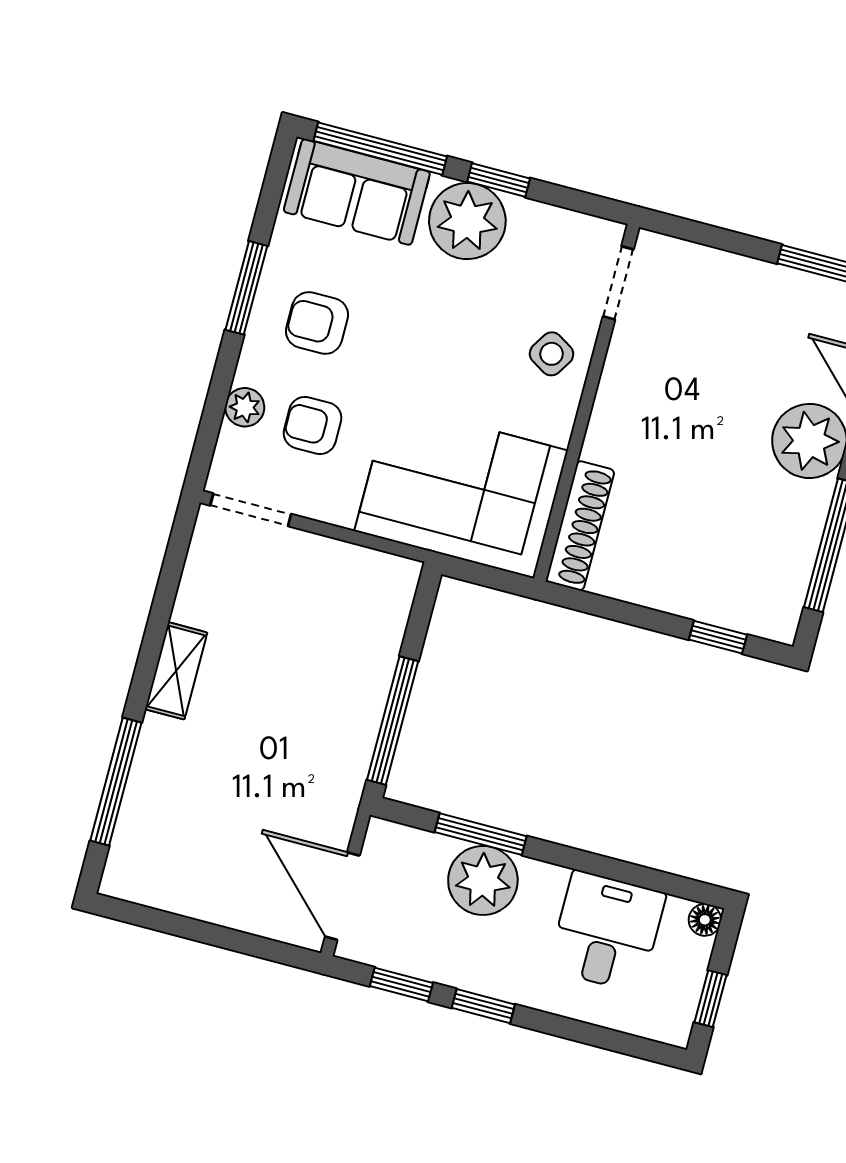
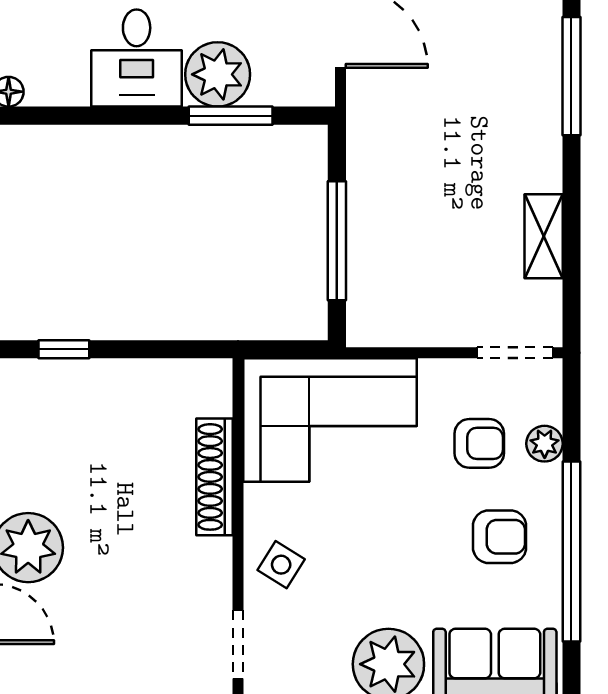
window: (246, 288) -> (571, 552), width x2.11
shoe rack: (580, 526) -> (214, 477), moved
shelving: (176, 671) -> (544, 236), moved
window: (393, 721) -> (337, 241), moved
desk: (607, 931) -> (137, 58), moved

